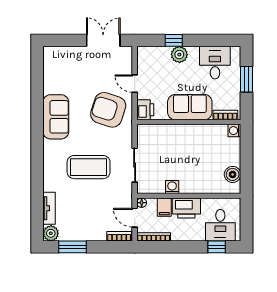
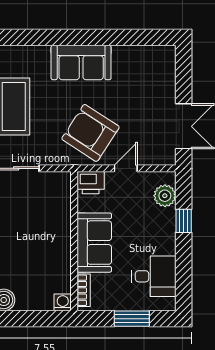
plant: (179, 55) -> (165, 196), moved
armchair: (108, 110) -> (91, 133), turned -75

